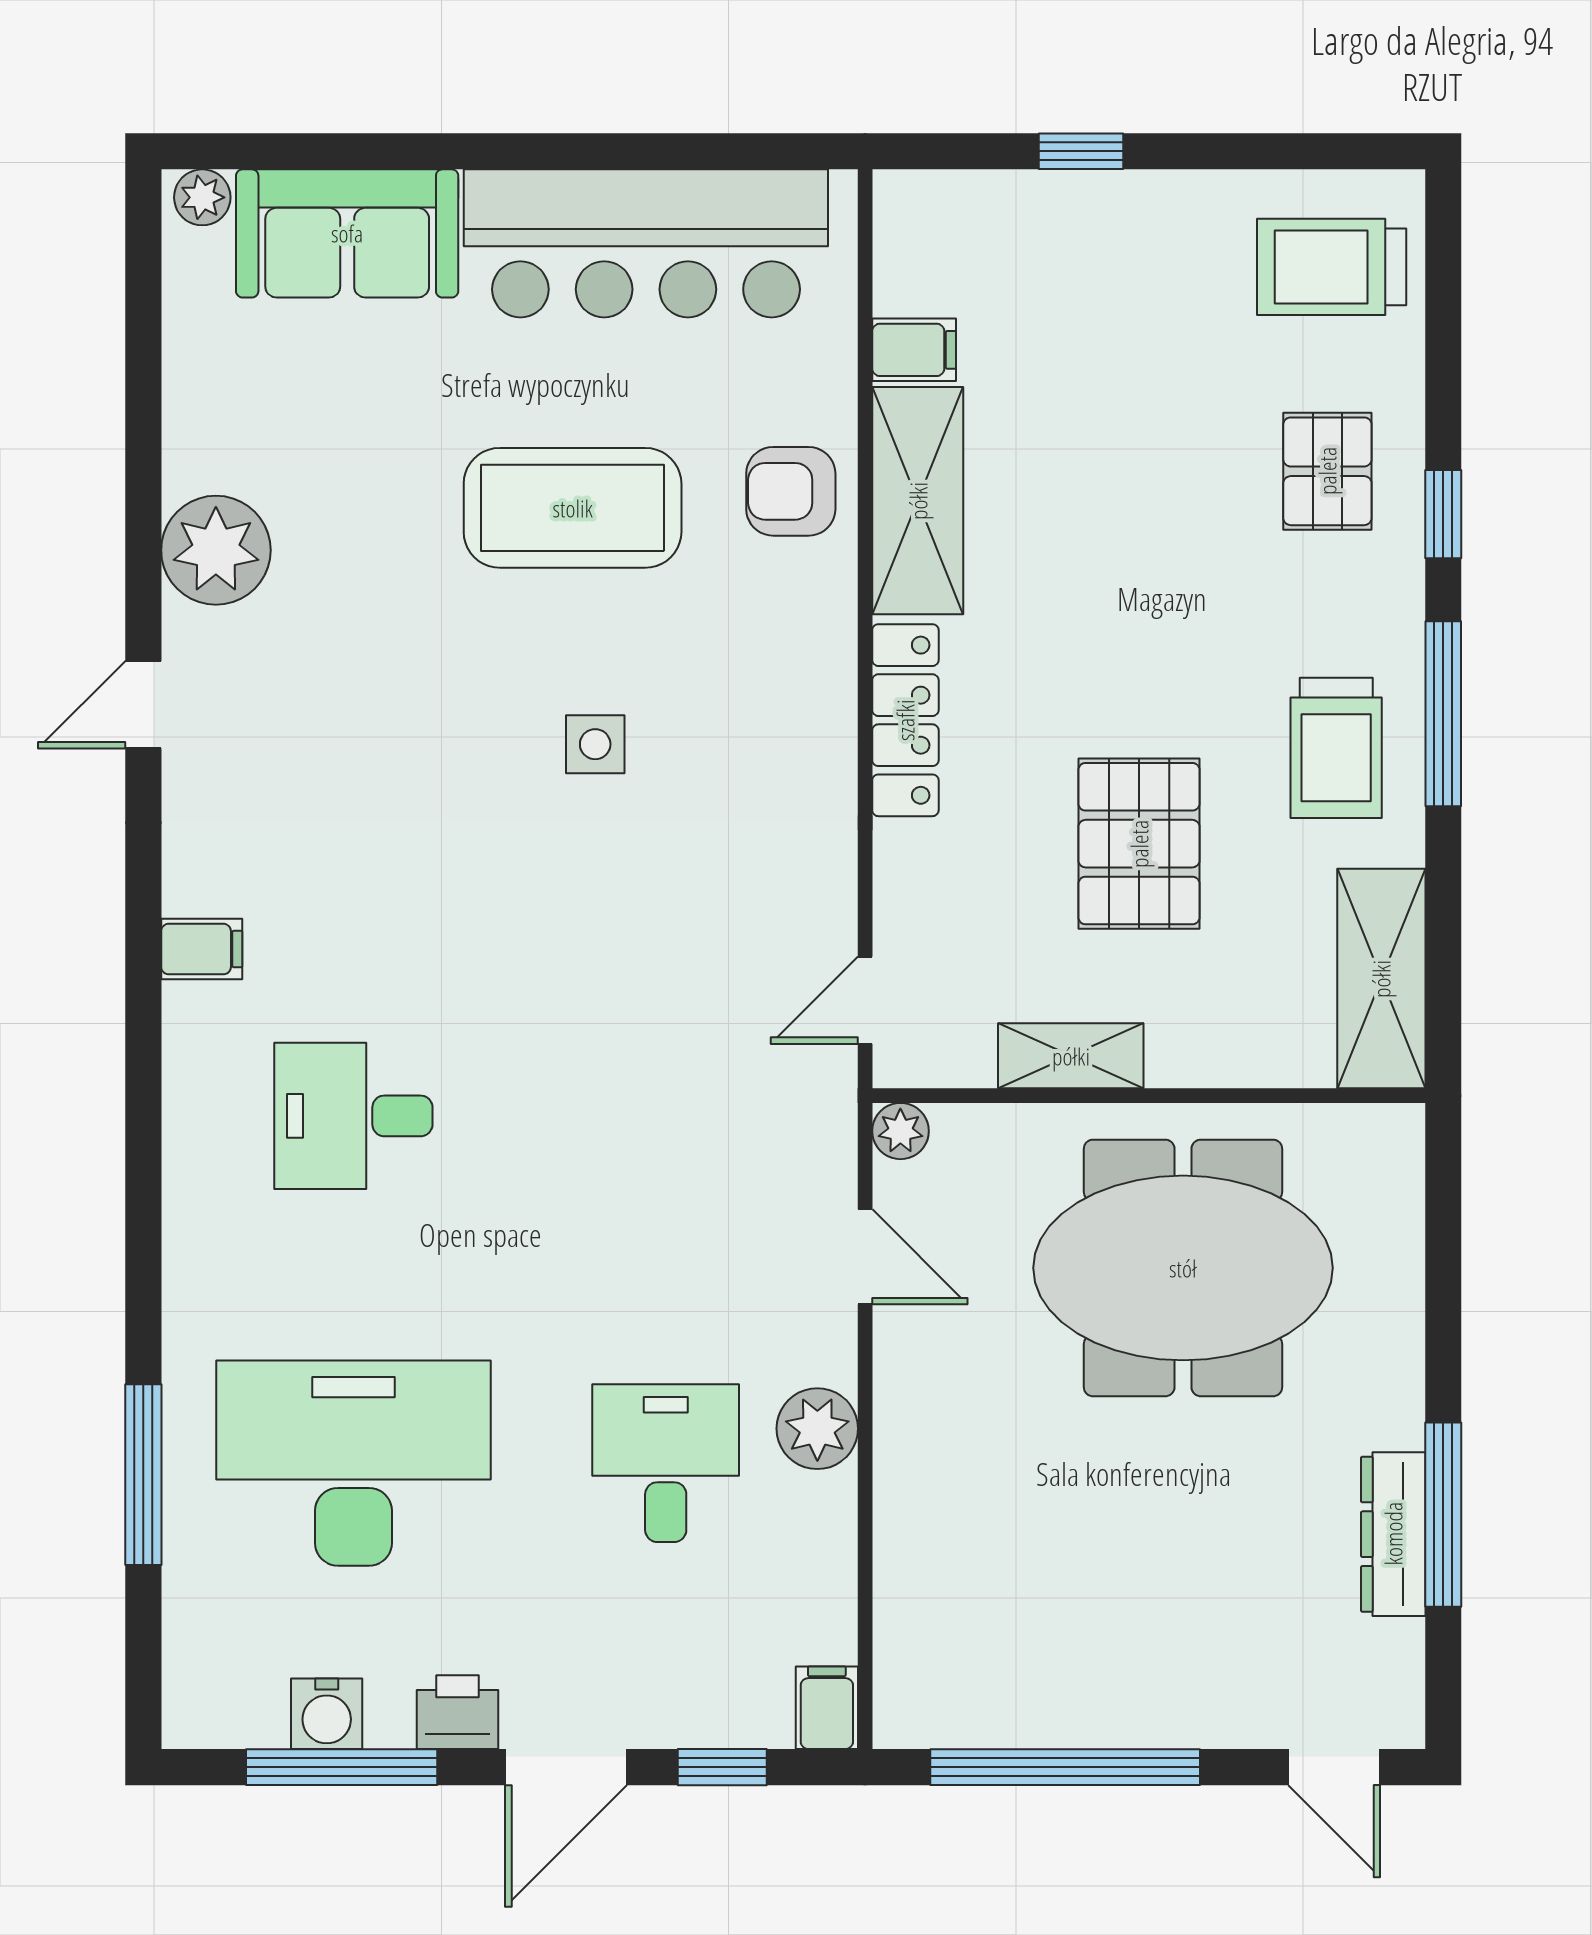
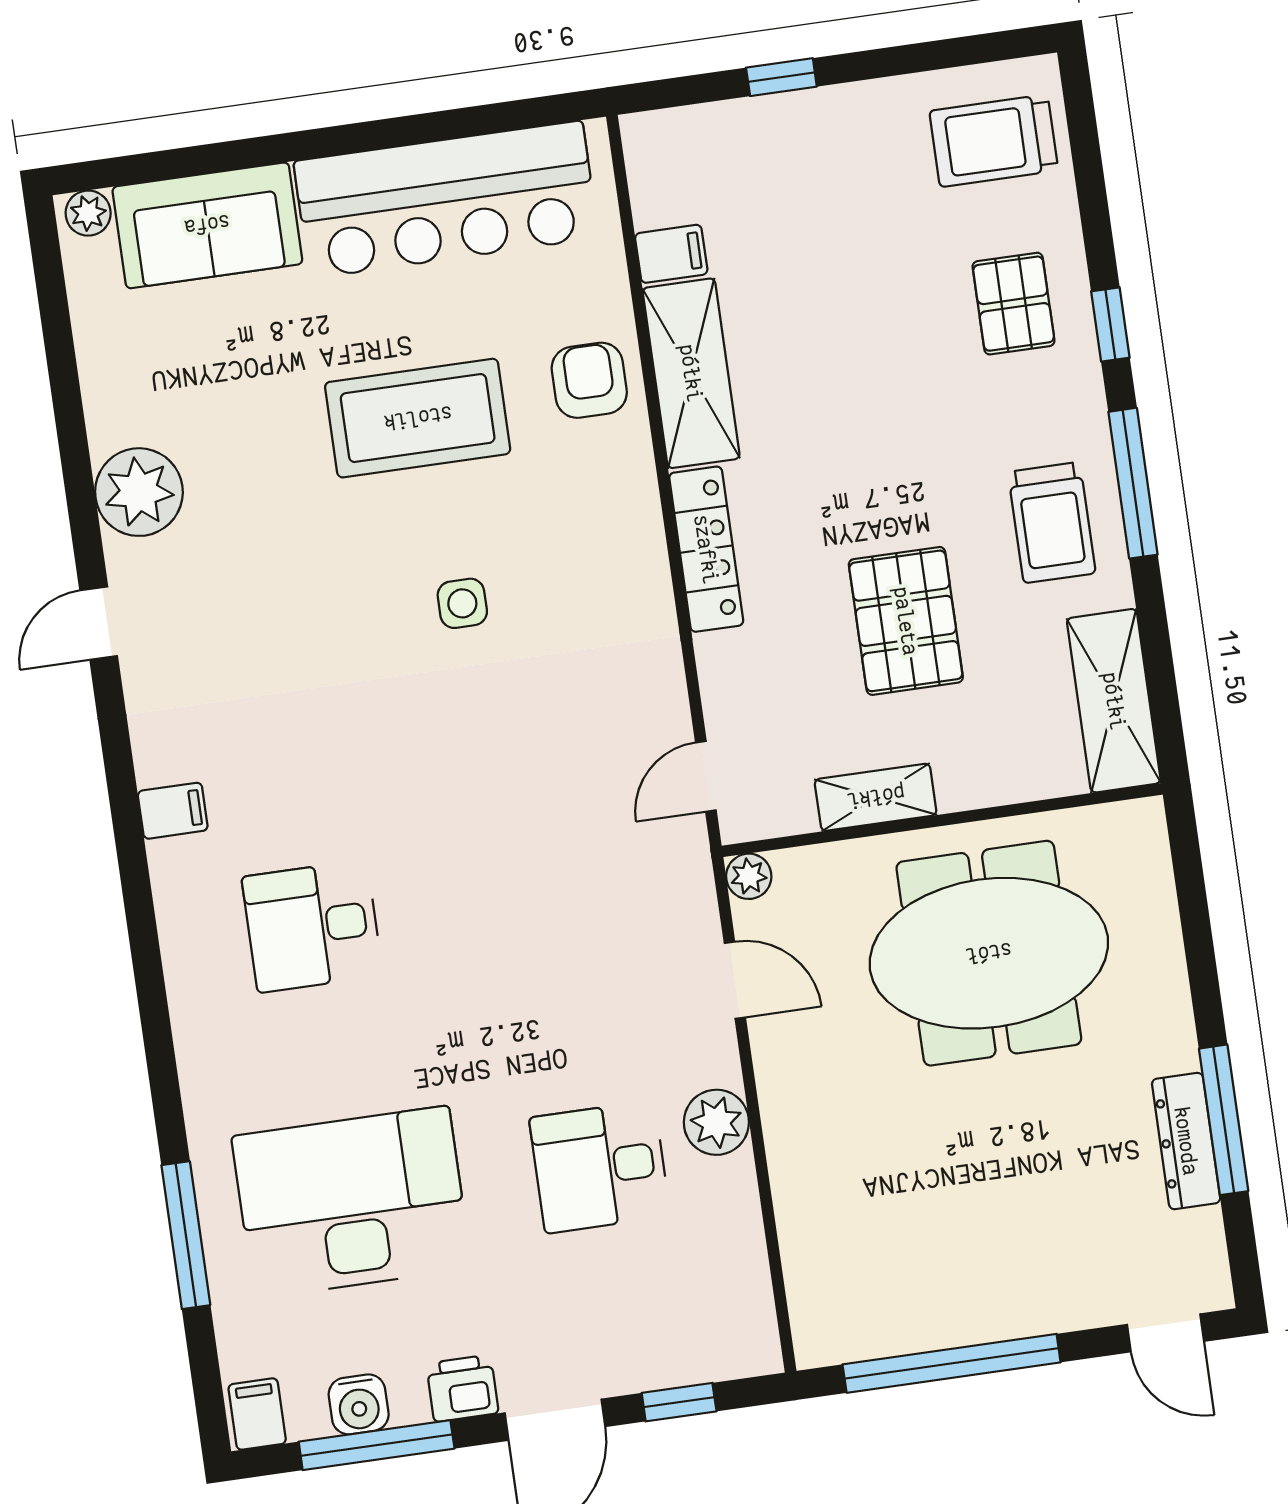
armchair: (791, 491) -> (589, 380), turned 90
desk: (666, 1463) -> (600, 1167), turned -90
filing cabinet: (827, 1708) -> (257, 1414), moved

